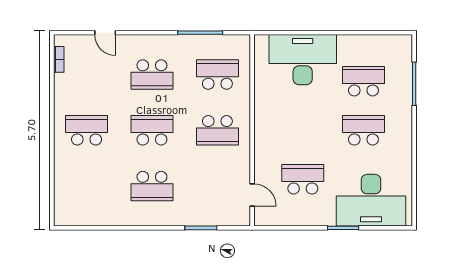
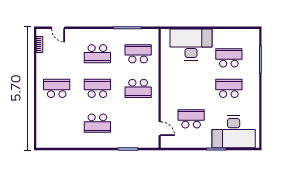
door: (105, 33) -> (58, 28), moved

